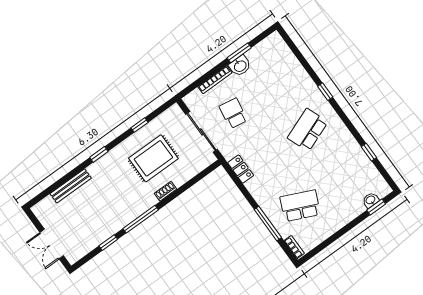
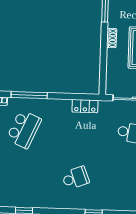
school desk: (308, 130) -> (75, 178), width x0.54

